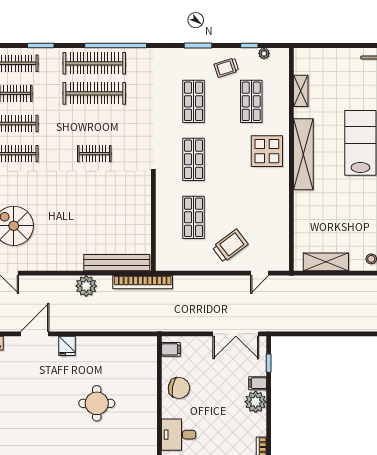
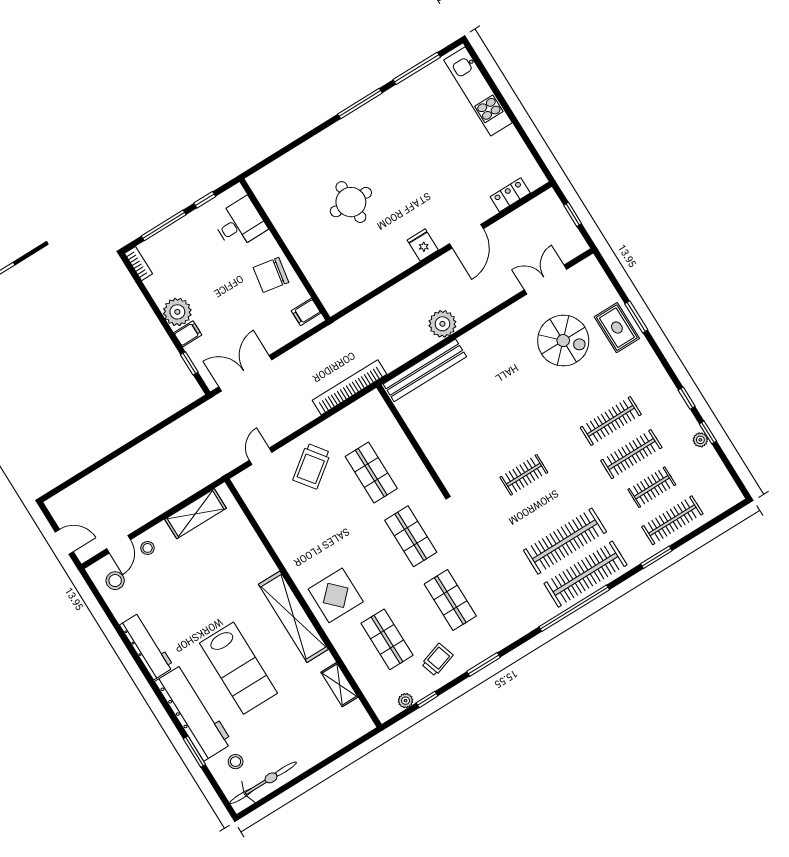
bookcase: (143, 282) -> (350, 387), moved

